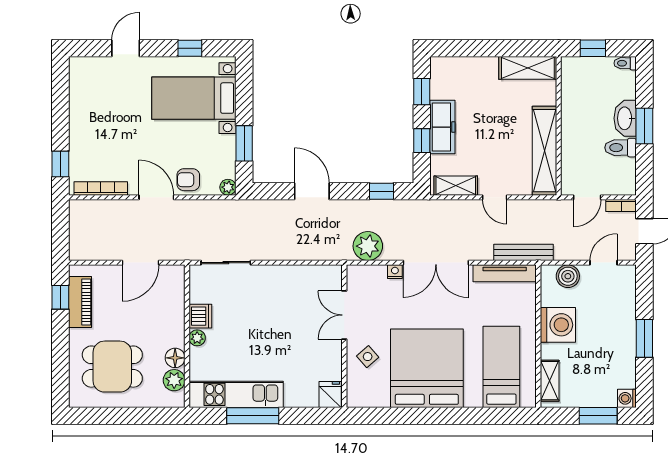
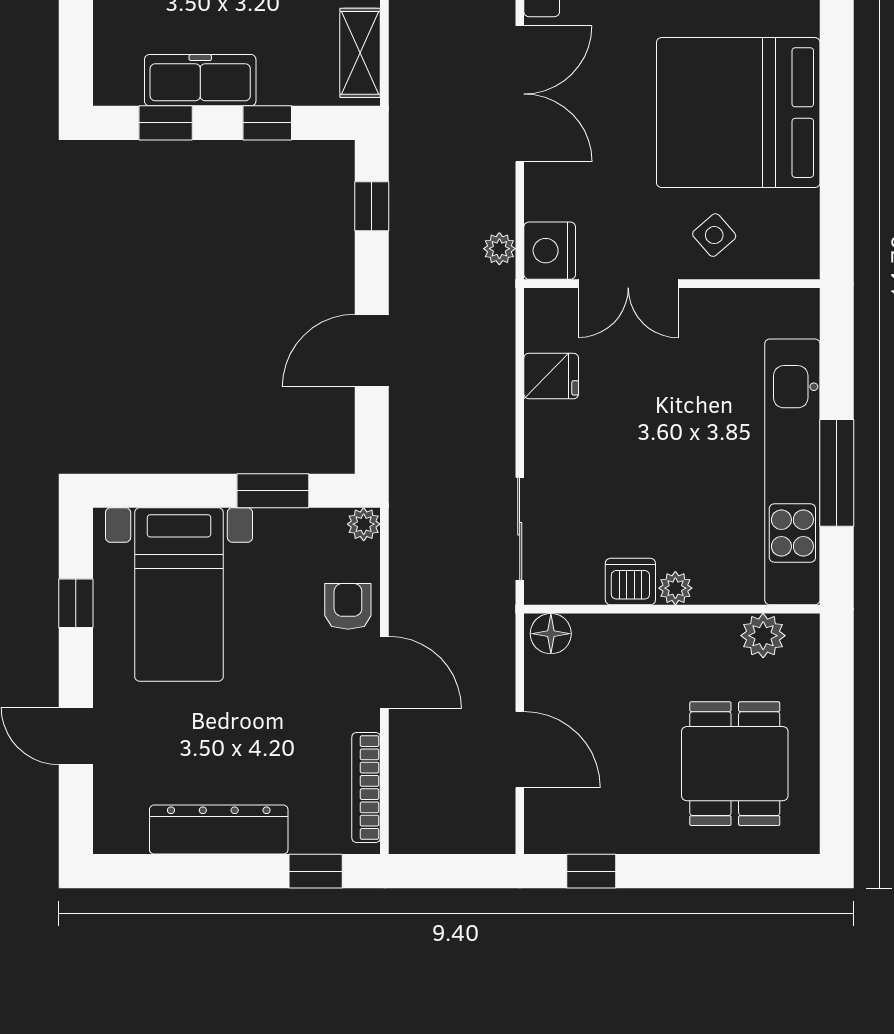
dresser: (80, 117) -> (219, 830), added
freezer: (442, 127) -> (200, 80), moved
armchair: (188, 180) -> (348, 606), turned 180
door: (156, 197) -> (384, 672), swing flipped
plant: (368, 246) -> (499, 249), width x0.53, depth x0.53
door: (140, 263) -> (520, 749), moved
nightstand: (395, 272) -> (550, 251), moved, width x1.89, depth x1.79
piano: (80, 302) -> (601, 830), removed
floor lamp: (175, 358) -> (551, 634), moved
kitchen unit: (236, 394) -> (792, 472), width x1.36
fridge: (330, 394) -> (551, 376), moved, turned 180

